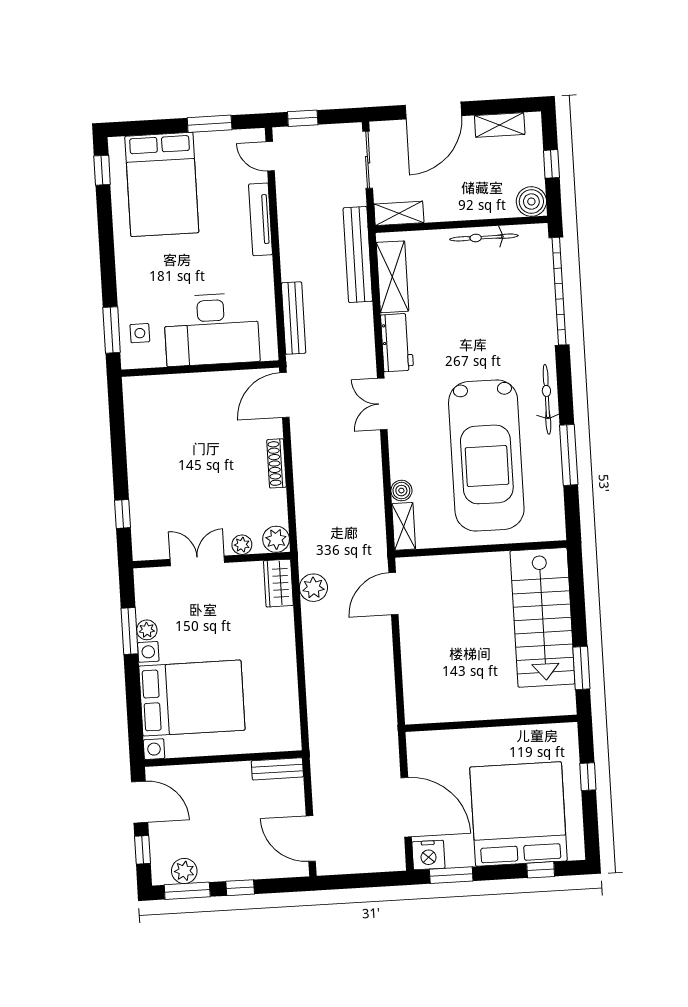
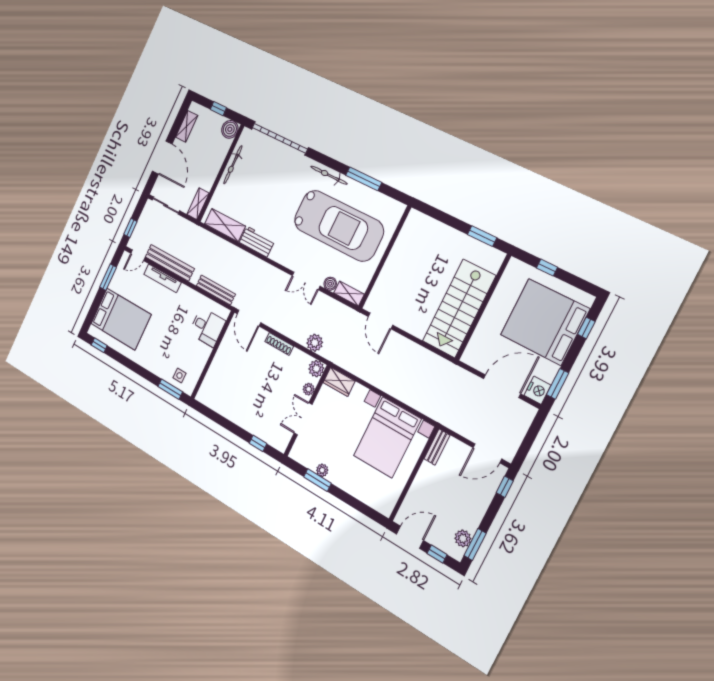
bench: (358, 255) -> (170, 263), moved
desk: (212, 329) -> (207, 327), width x0.53, depth x0.77
double door: (382, 404) -> (306, 281), moved
plant: (313, 588) -> (315, 343), moved
stairs: (543, 617) -> (459, 308), moved, turned 90
bed with nightstands: (192, 698) -> (387, 437), moved, turned 180
window: (240, 888) -> (505, 487), moved

